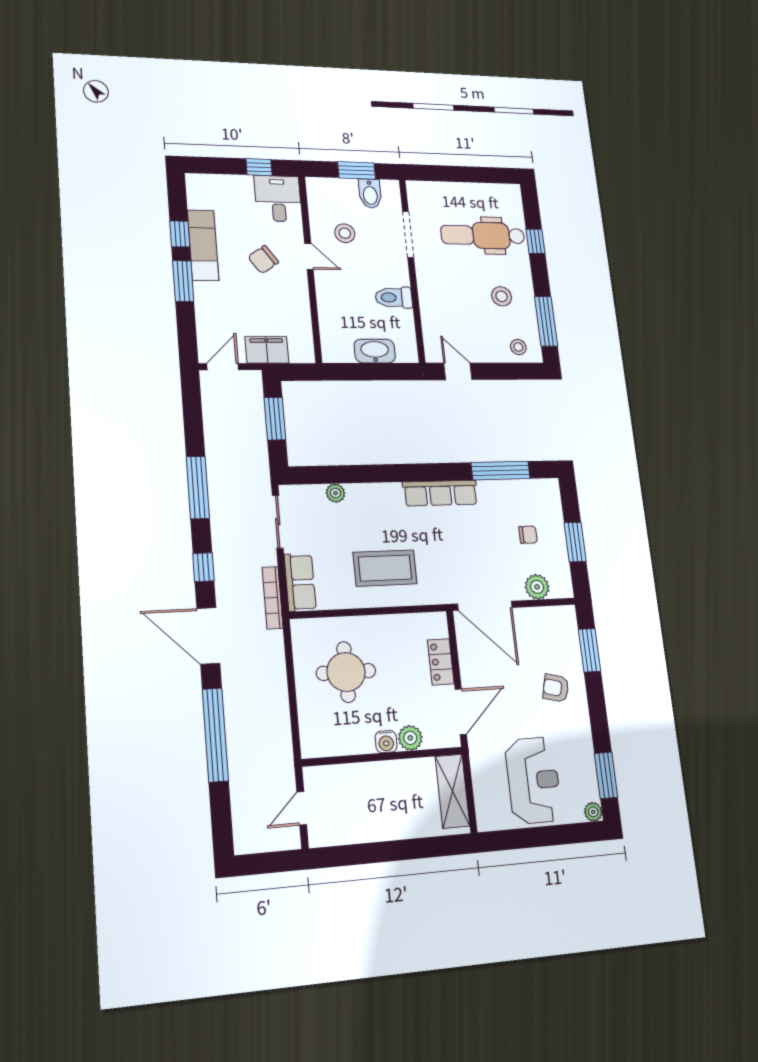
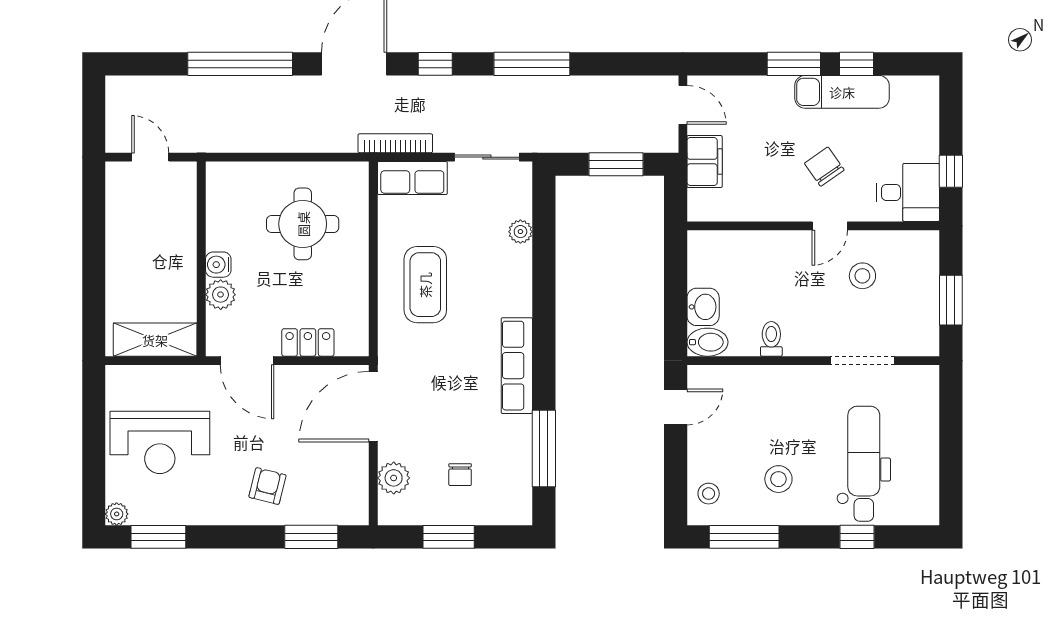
bidet: (370, 193) -> (708, 342), moved, turned 180
toilet: (394, 298) -> (771, 339), width x0.73, depth x0.72
washbasin: (375, 351) -> (703, 307), width x0.72

